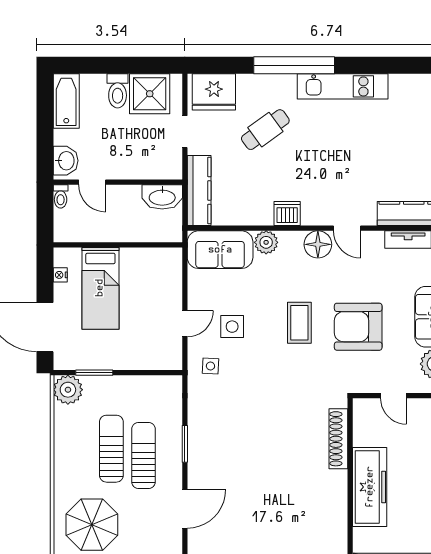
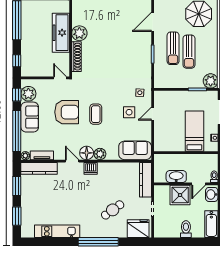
kitchen unit: (343, 86) -> (57, 231), moved
shower: (150, 94) -> (180, 195), moved
door: (92, 182) -> (199, 184), swing flipped
washbasin: (162, 197) -> (176, 177), moved
dishwasher: (287, 213) -> (91, 168), moved
plant: (266, 242) -> (100, 154), moved
door: (393, 396) -> (60, 78), moved
plant: (332, 486) -> (79, 33), added

